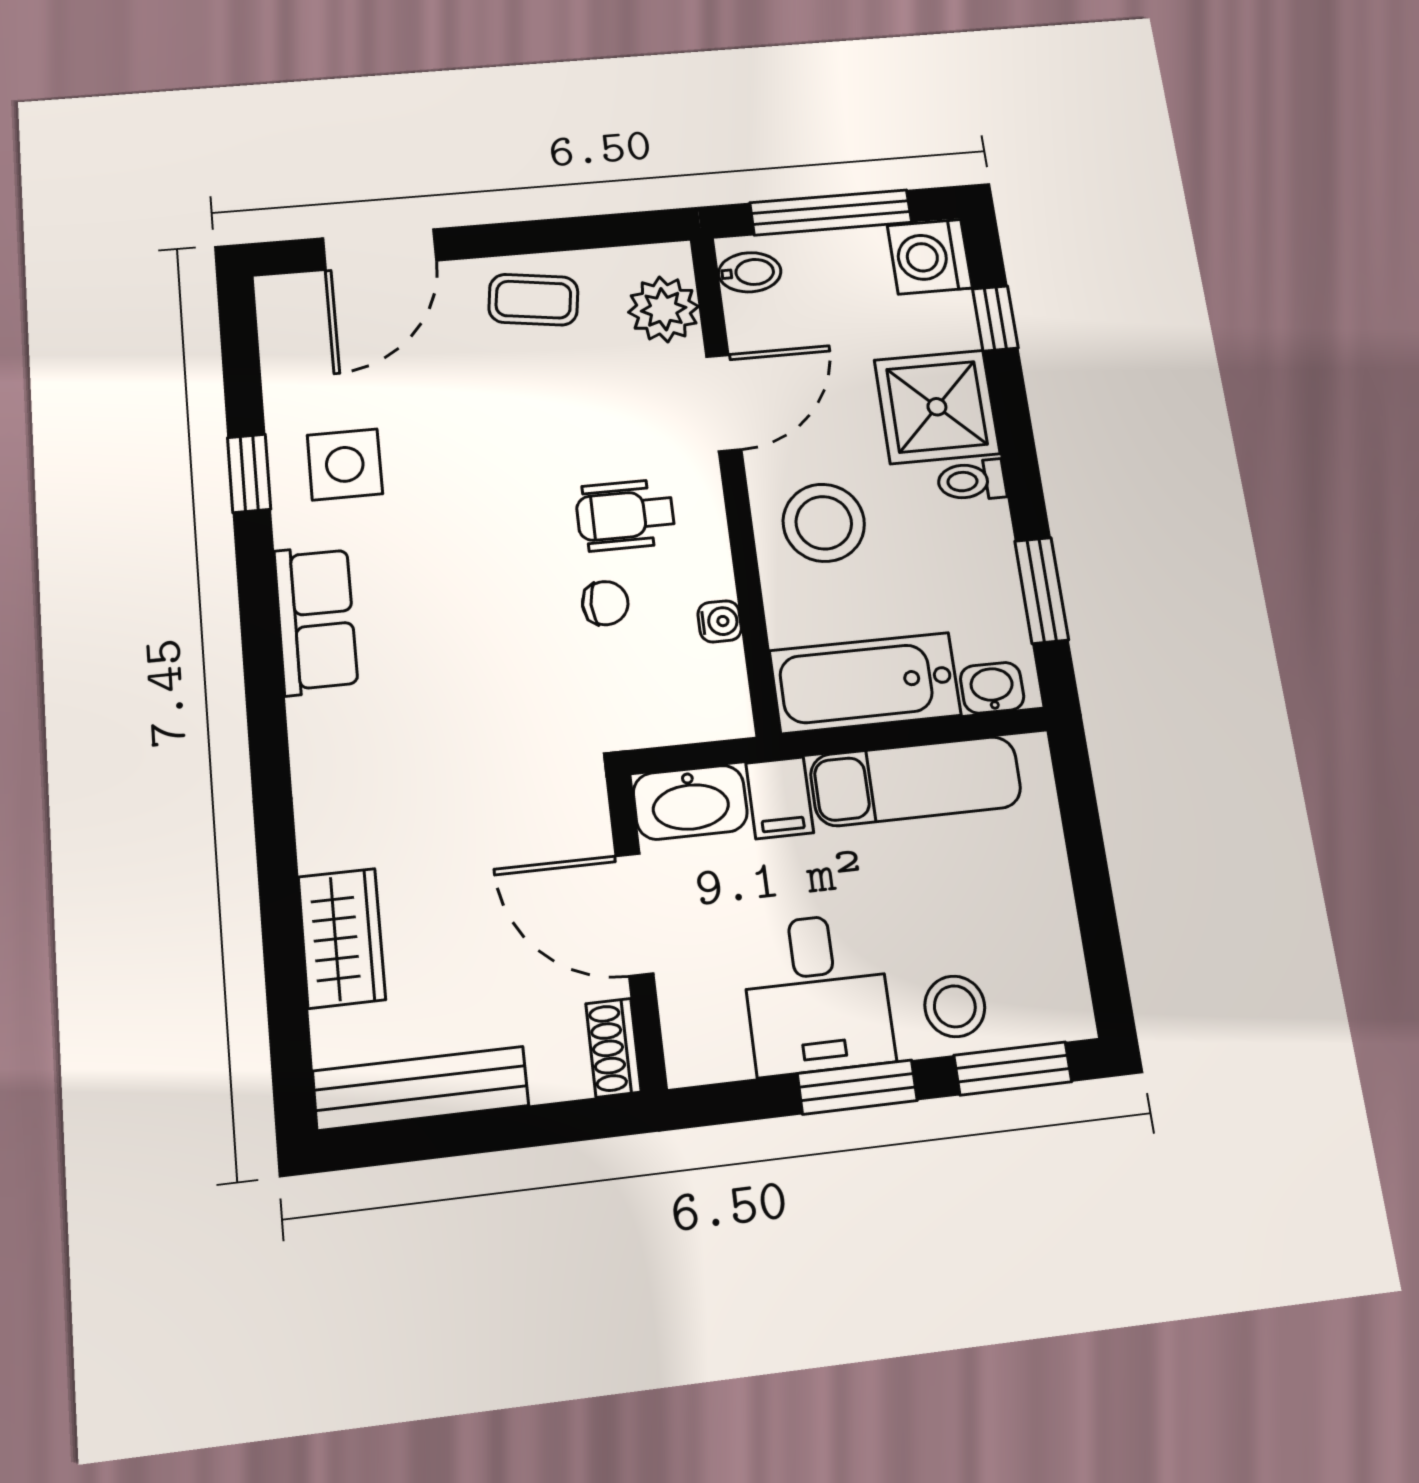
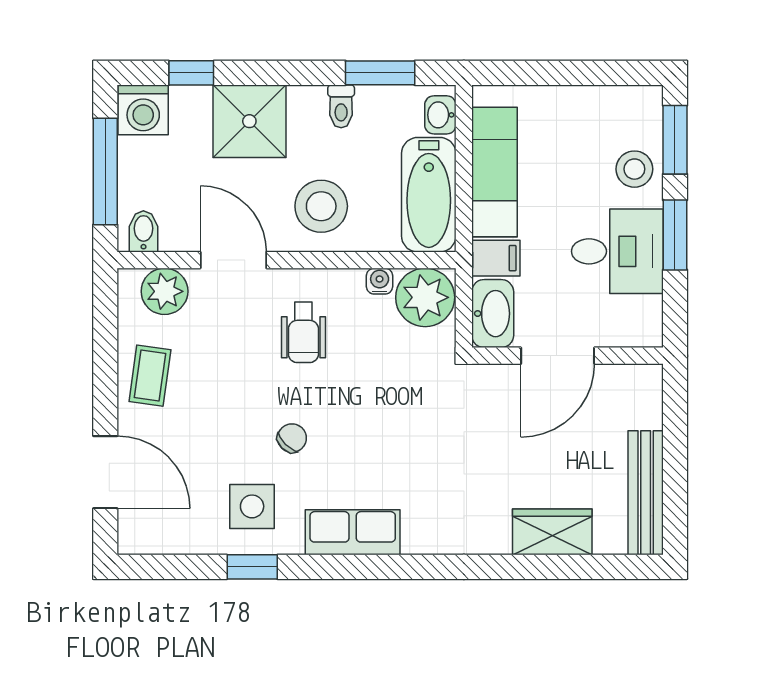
toilet: (972, 481) -> (341, 106), moved
chair: (605, 603) -> (292, 438), moved, turned 45
plant: (703, 694) -> (425, 297), added
shoe rack: (613, 1048) -> (635, 377), removed

